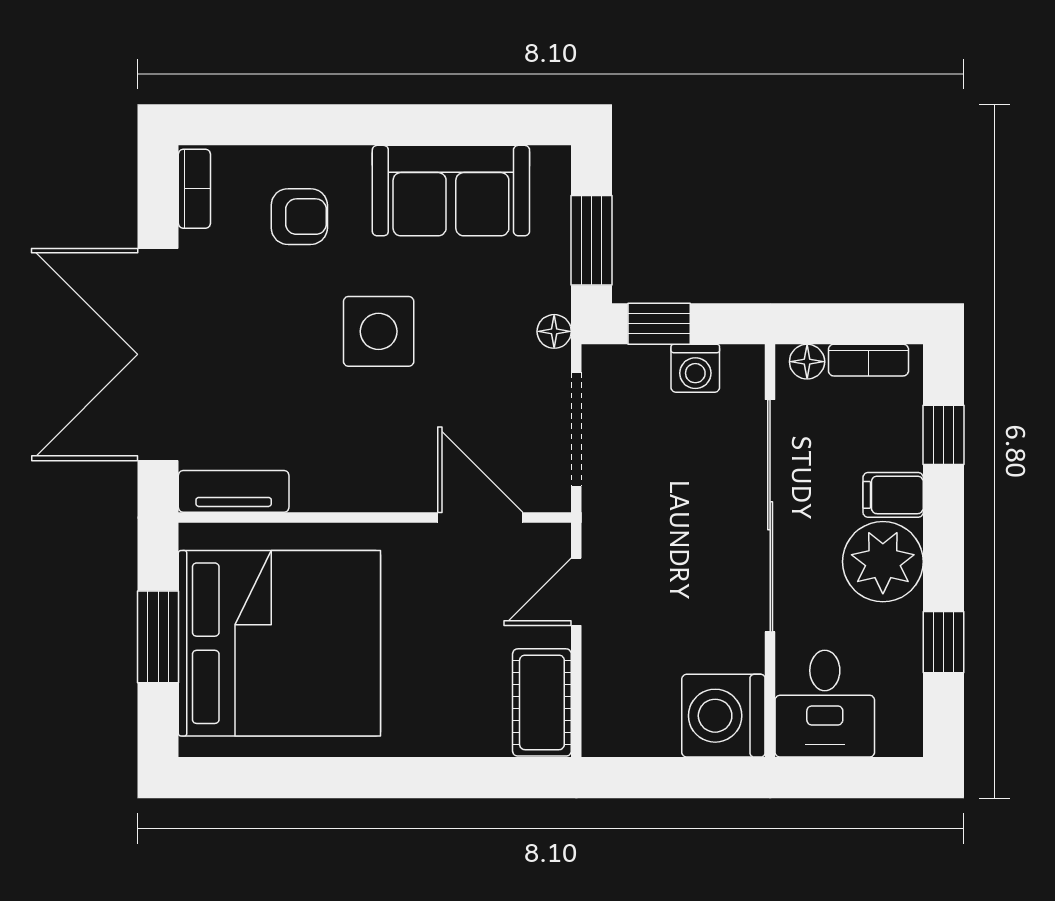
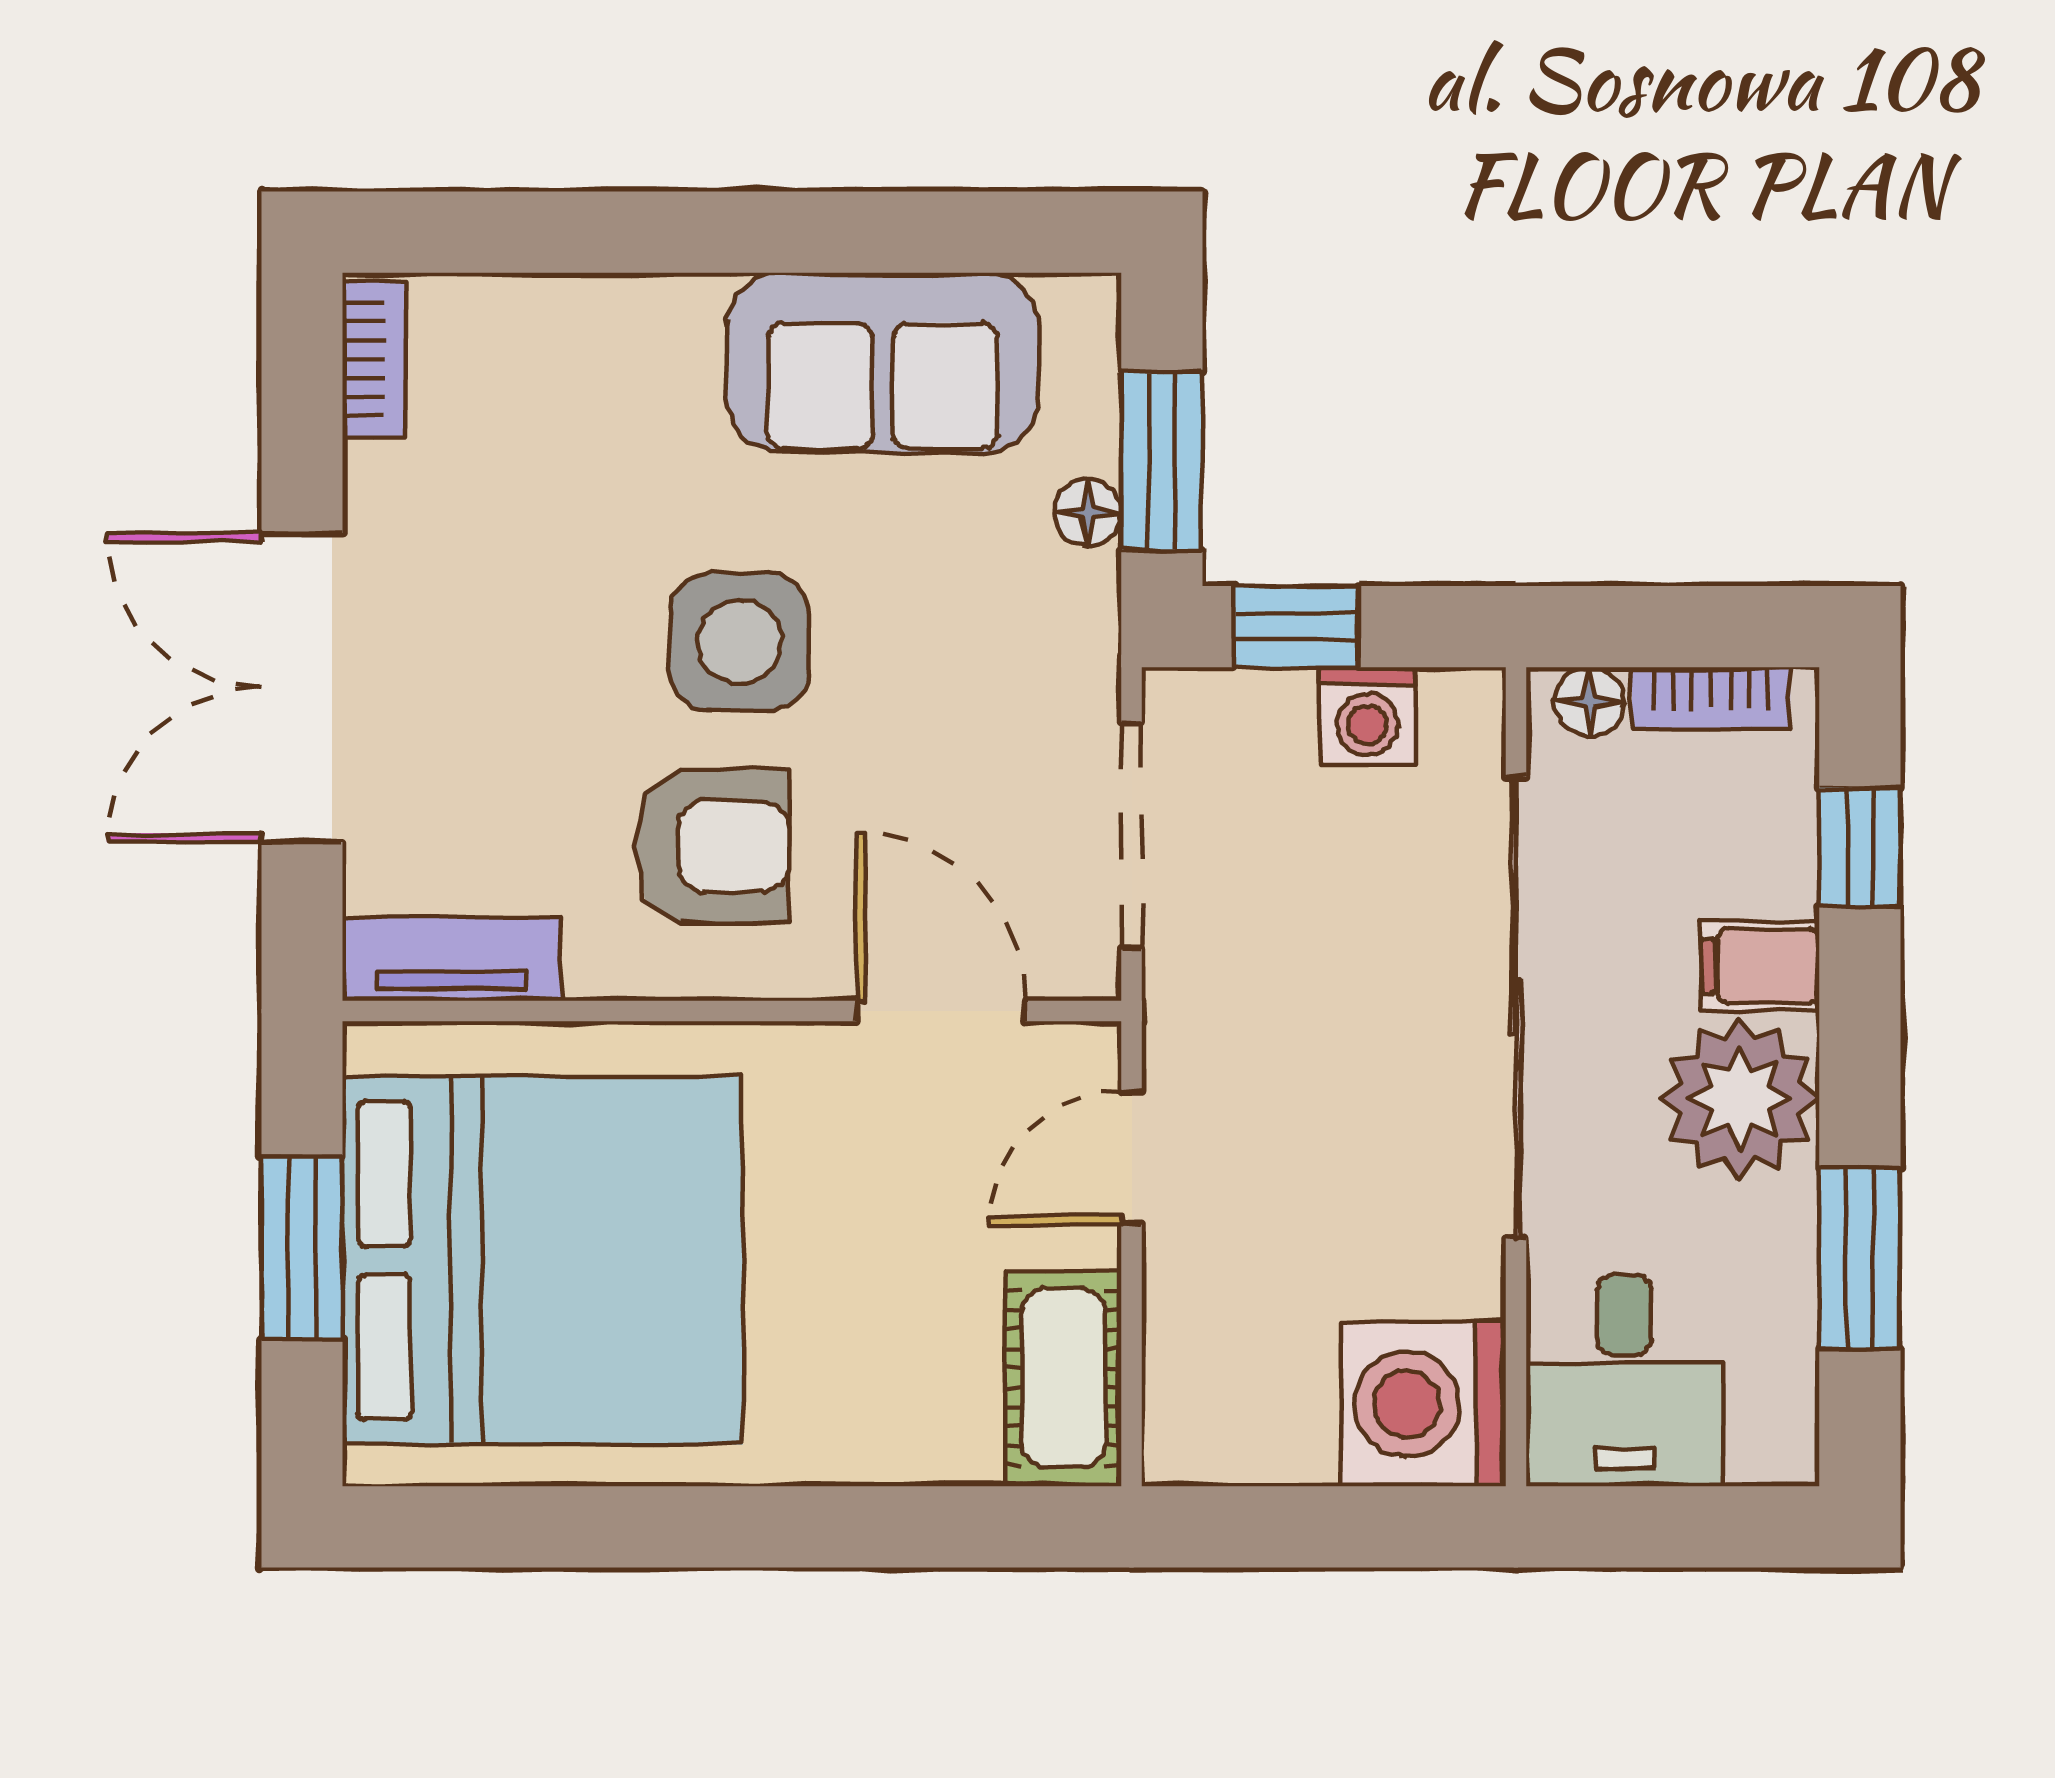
armchair: (299, 217) -> (712, 846), moved, width x1.38, depth x1.38
floor lamp: (554, 331) -> (1088, 512), moved
double door: (158, 354) -> (302, 687), width x0.73
window: (943, 642) -> (1860, 1258), width x1.50

